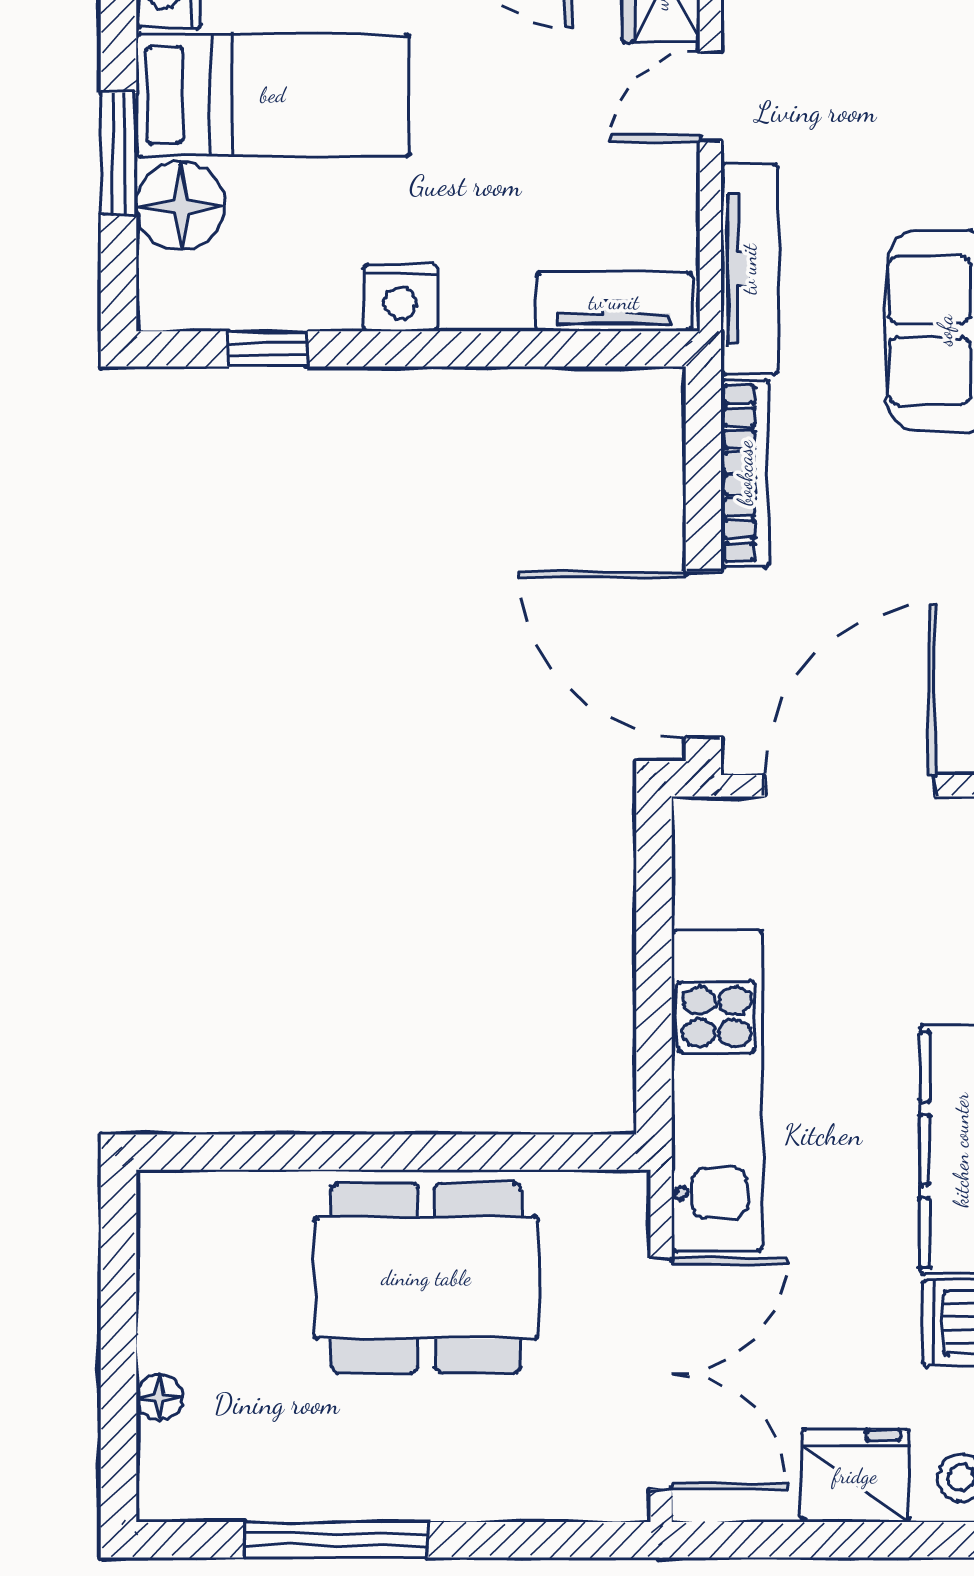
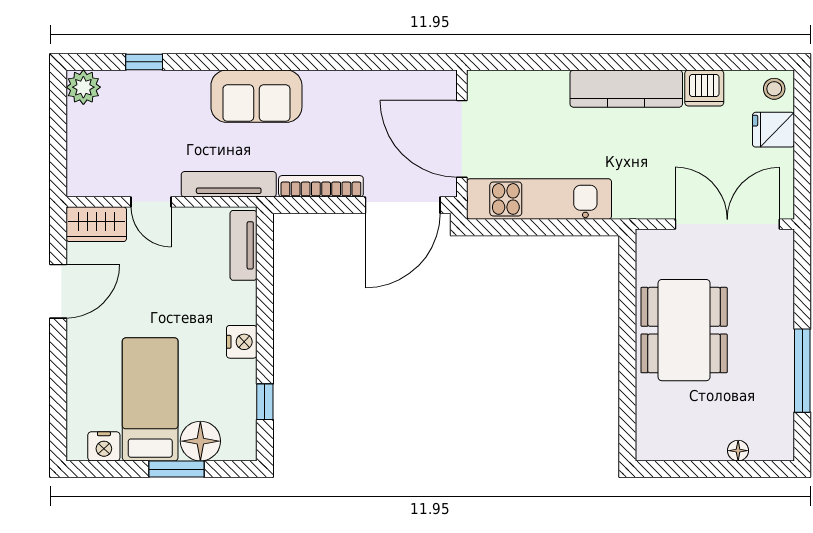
kitchen unit: (717, 1091) -> (539, 199), moved
fridge: (855, 1476) -> (773, 130), width x0.72

